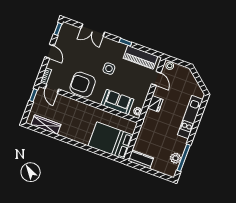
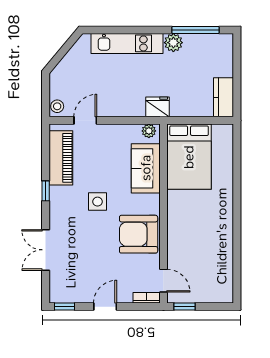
double door: (93, 30) -> (46, 250), swing flipped
armchair: (83, 85) -> (139, 234), turned 90
door: (52, 89) -> (163, 281), hinge flipped
fridge: (155, 104) -> (158, 107), moved
wardrobe: (46, 125) -> (224, 269), removed
bed: (111, 140) -> (189, 157), moved
plant: (176, 158) -> (173, 43), moved

